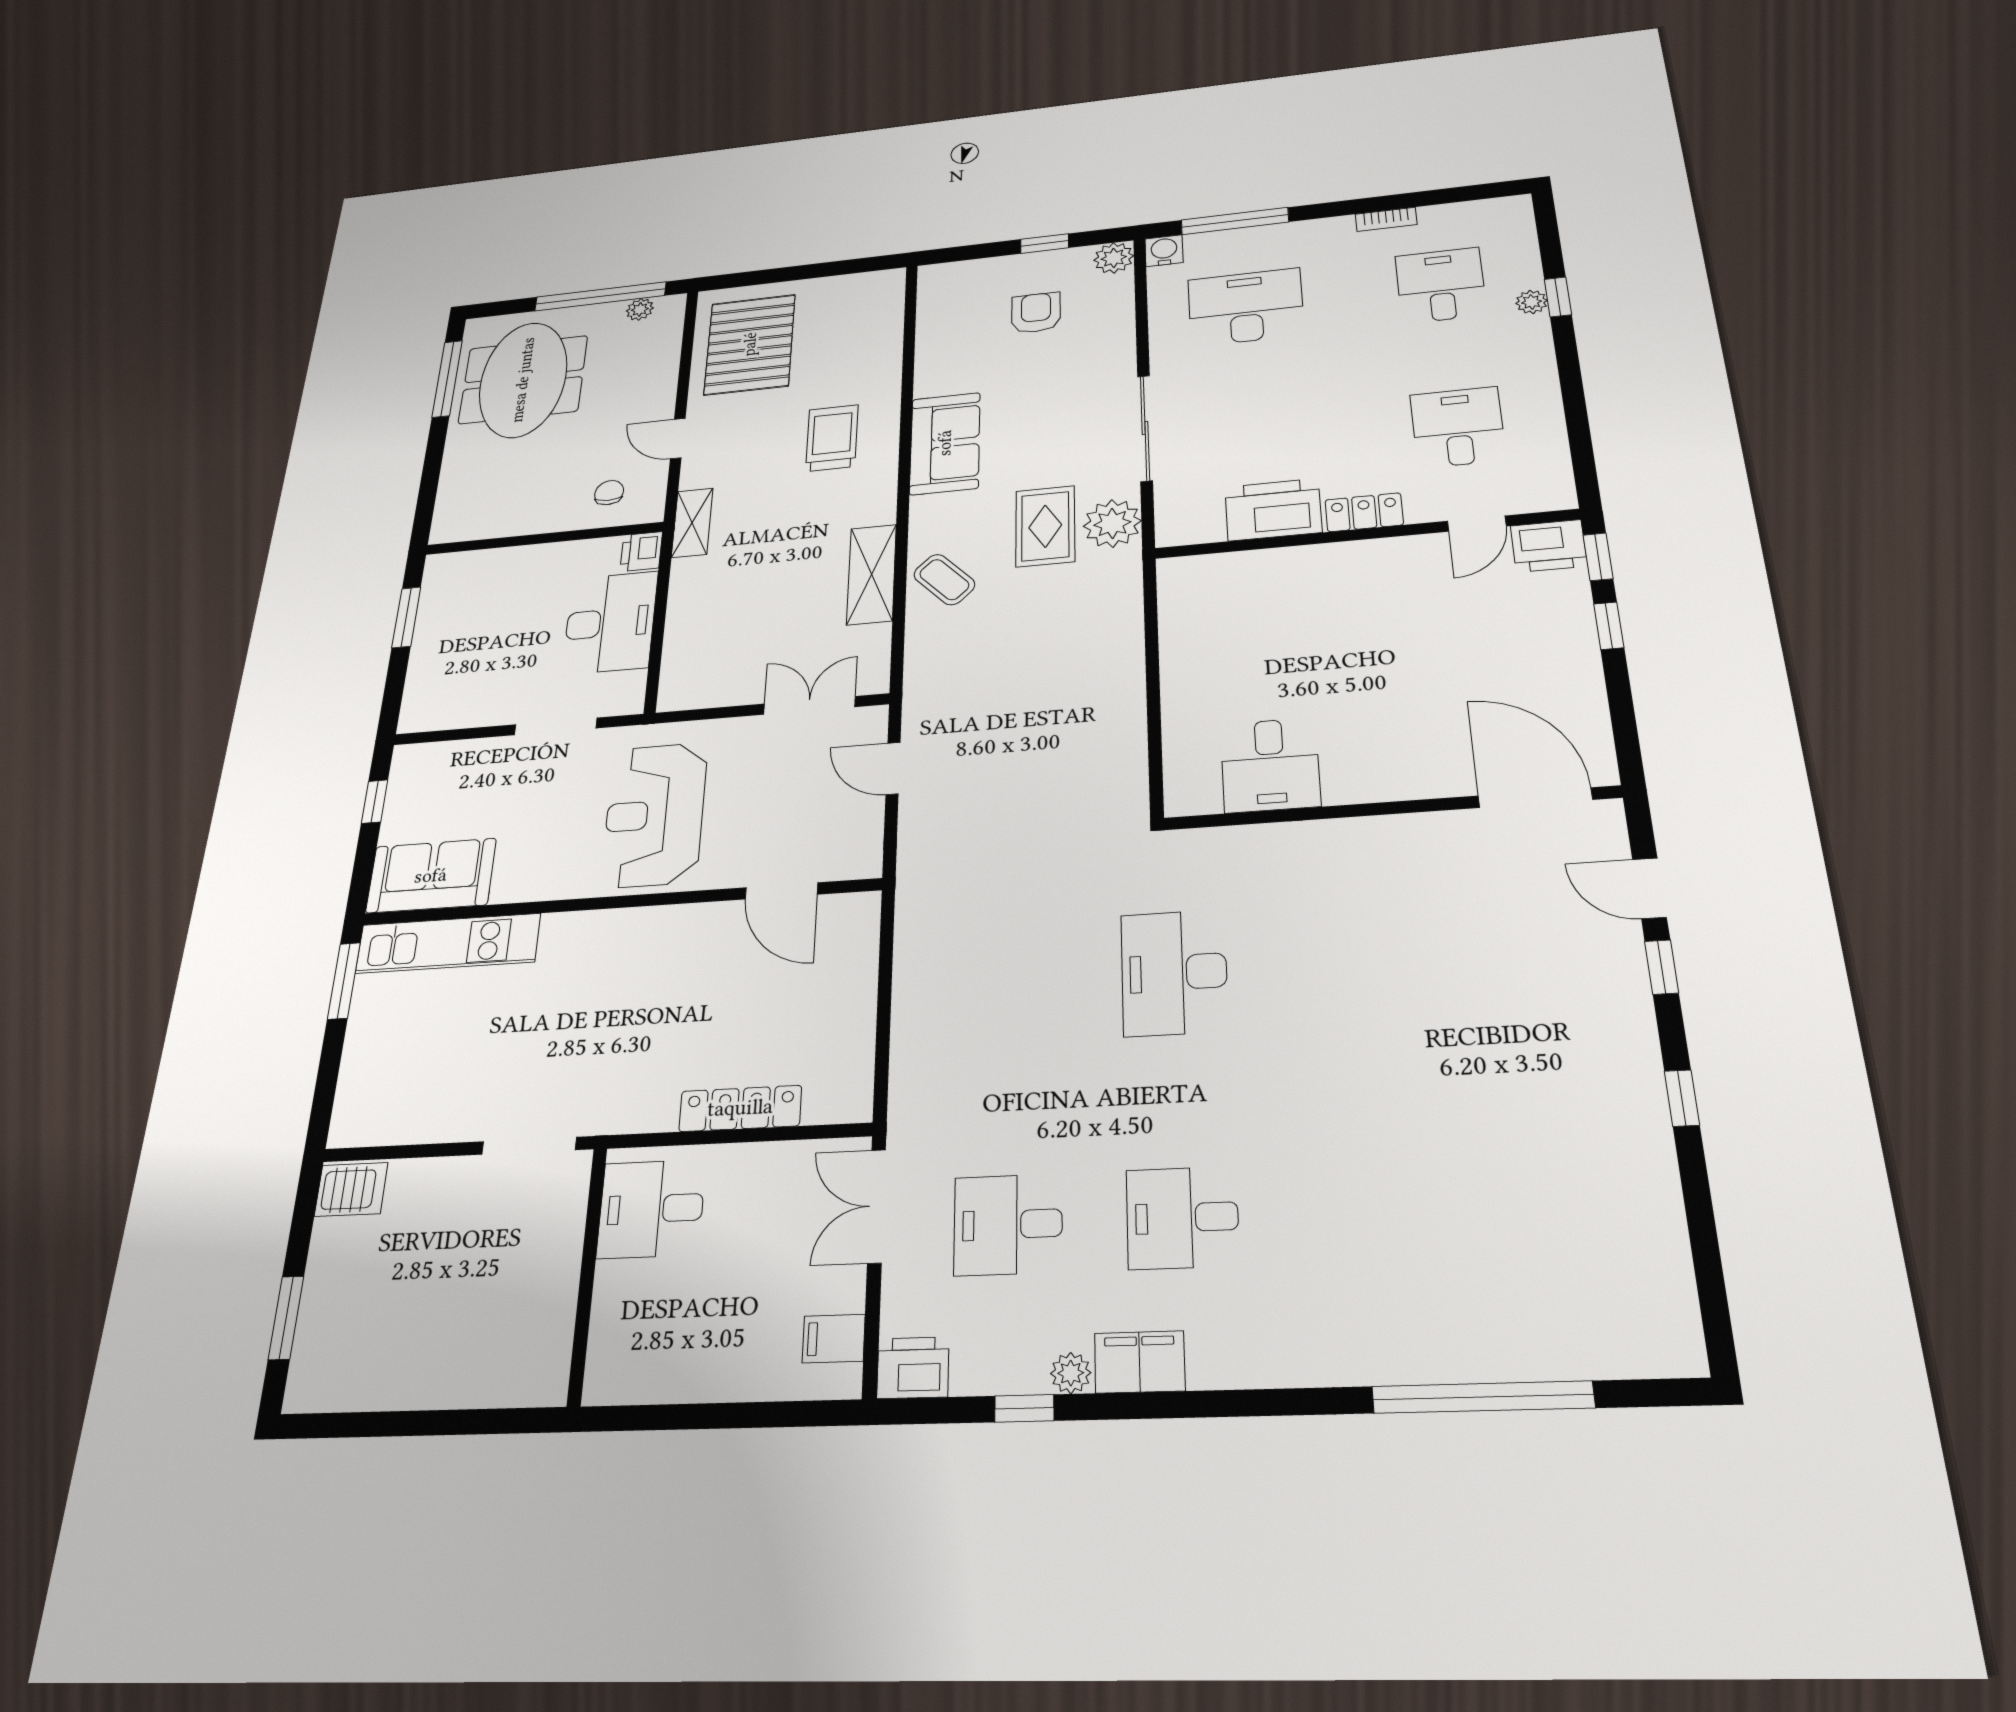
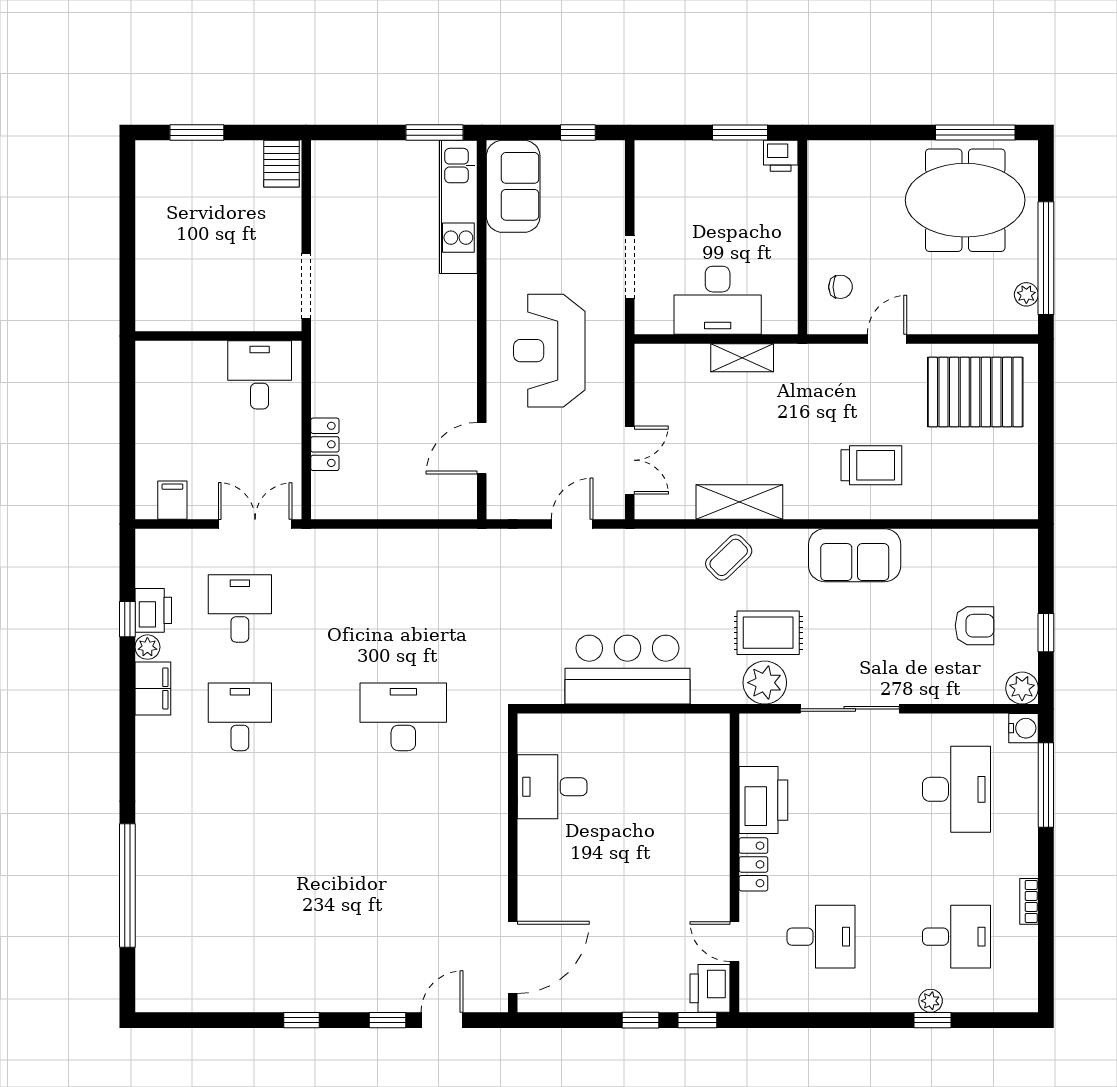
shelving: (692, 523) -> (742, 358), moved
printer: (641, 552) -> (781, 156), moved, turned 180
bar counter: (1097, 684) -> (627, 670), added
reception desk: (655, 815) -> (549, 351), turned -90
locker: (740, 1108) -> (325, 444), width x0.66
printer: (913, 1368) -> (153, 610), moved

